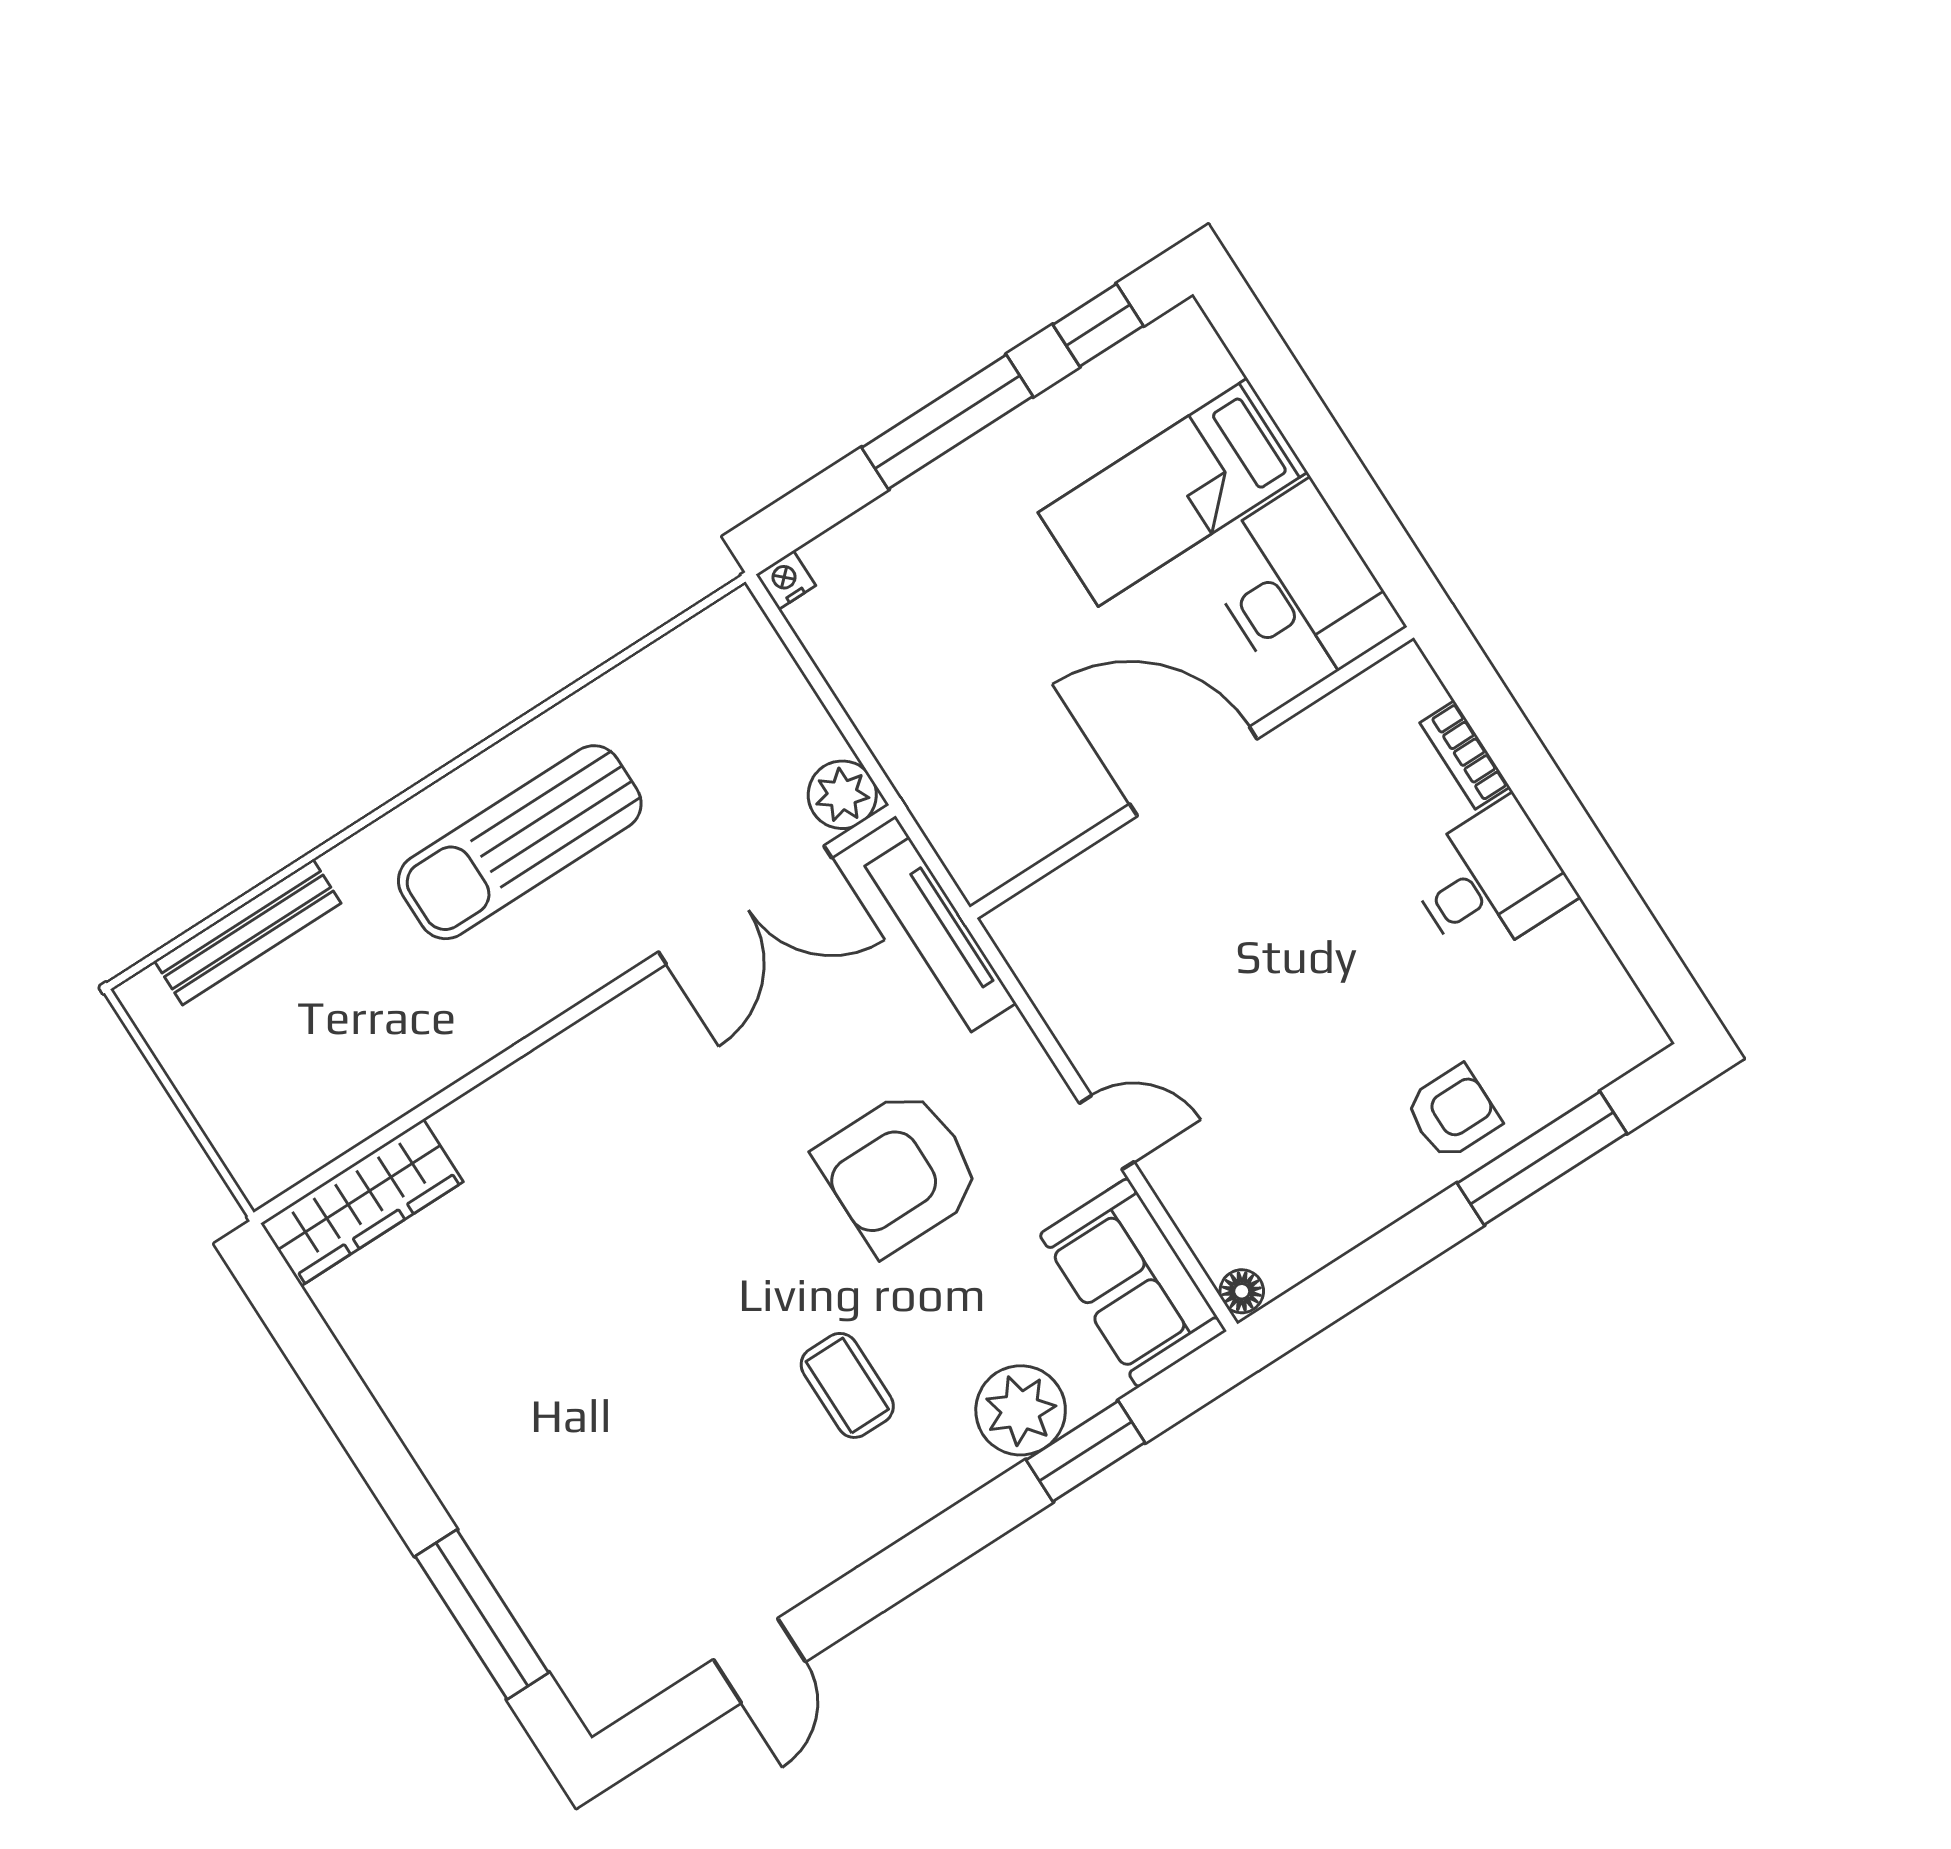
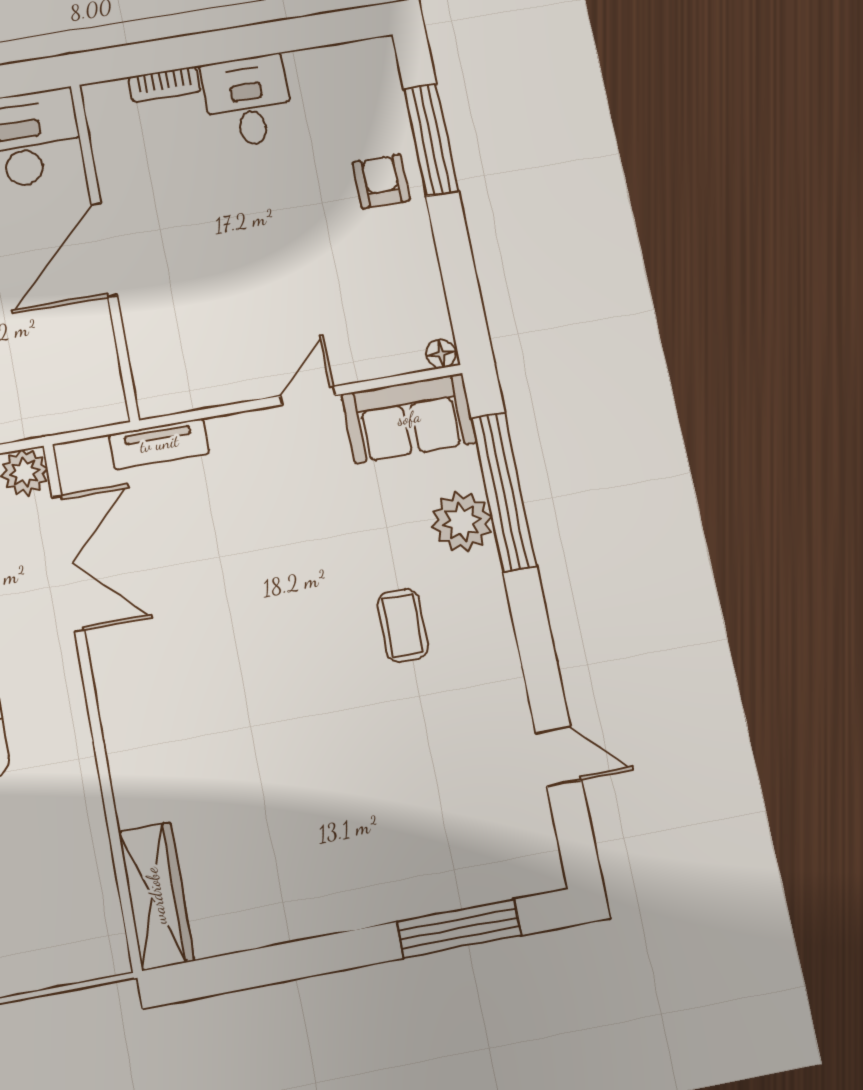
tv unit: (941, 935) -> (159, 444), width x0.71
armchair: (899, 1171) -> (279, 536), removed
coffee table: (847, 1385) -> (403, 626), turned 90
window: (1085, 1451) -> (504, 492), width x2.11

